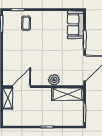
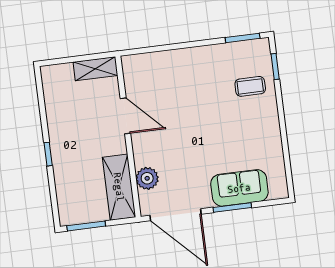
sofa: (75, 25) -> (239, 188), moved
plant: (54, 80) -> (147, 178), moved
door: (21, 87) -> (125, 116), moved

